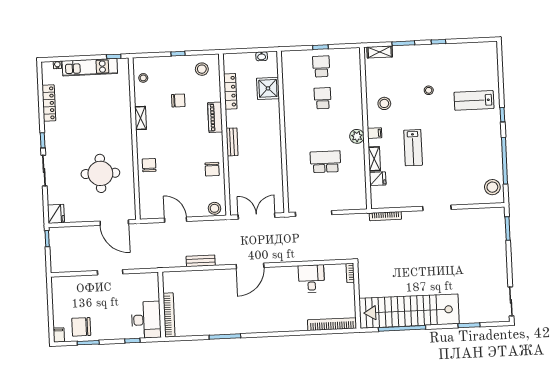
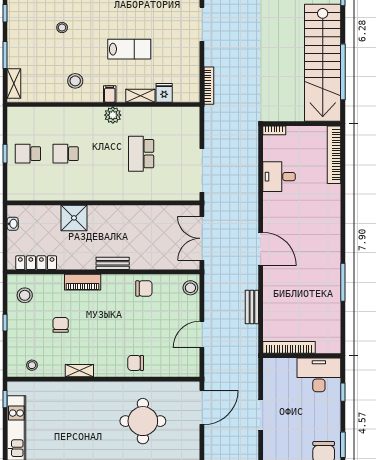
shower: (268, 88) -> (74, 218), moved
locker: (230, 91) -> (36, 263), moved
bookcase: (169, 315) -> (289, 347), moved

